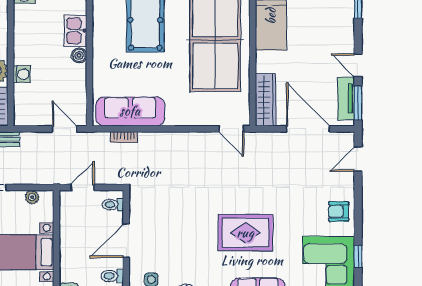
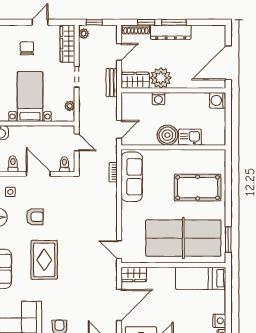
boiler: (79, 55) -> (167, 135), width x1.86, depth x1.86
wardrobe: (266, 100) -> (134, 274), width x0.67
door: (231, 129) -> (119, 250), hinge flipped
armchair: (186, 246) -> (35, 217), added

